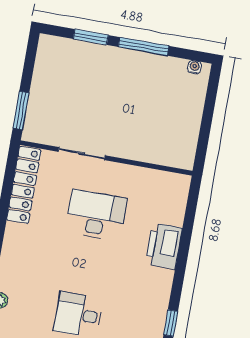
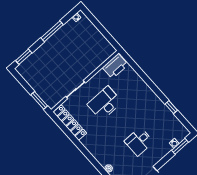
window: (91, 37) -> (24, 57), moved
printer: (164, 246) -> (115, 66), moved, turned -90

